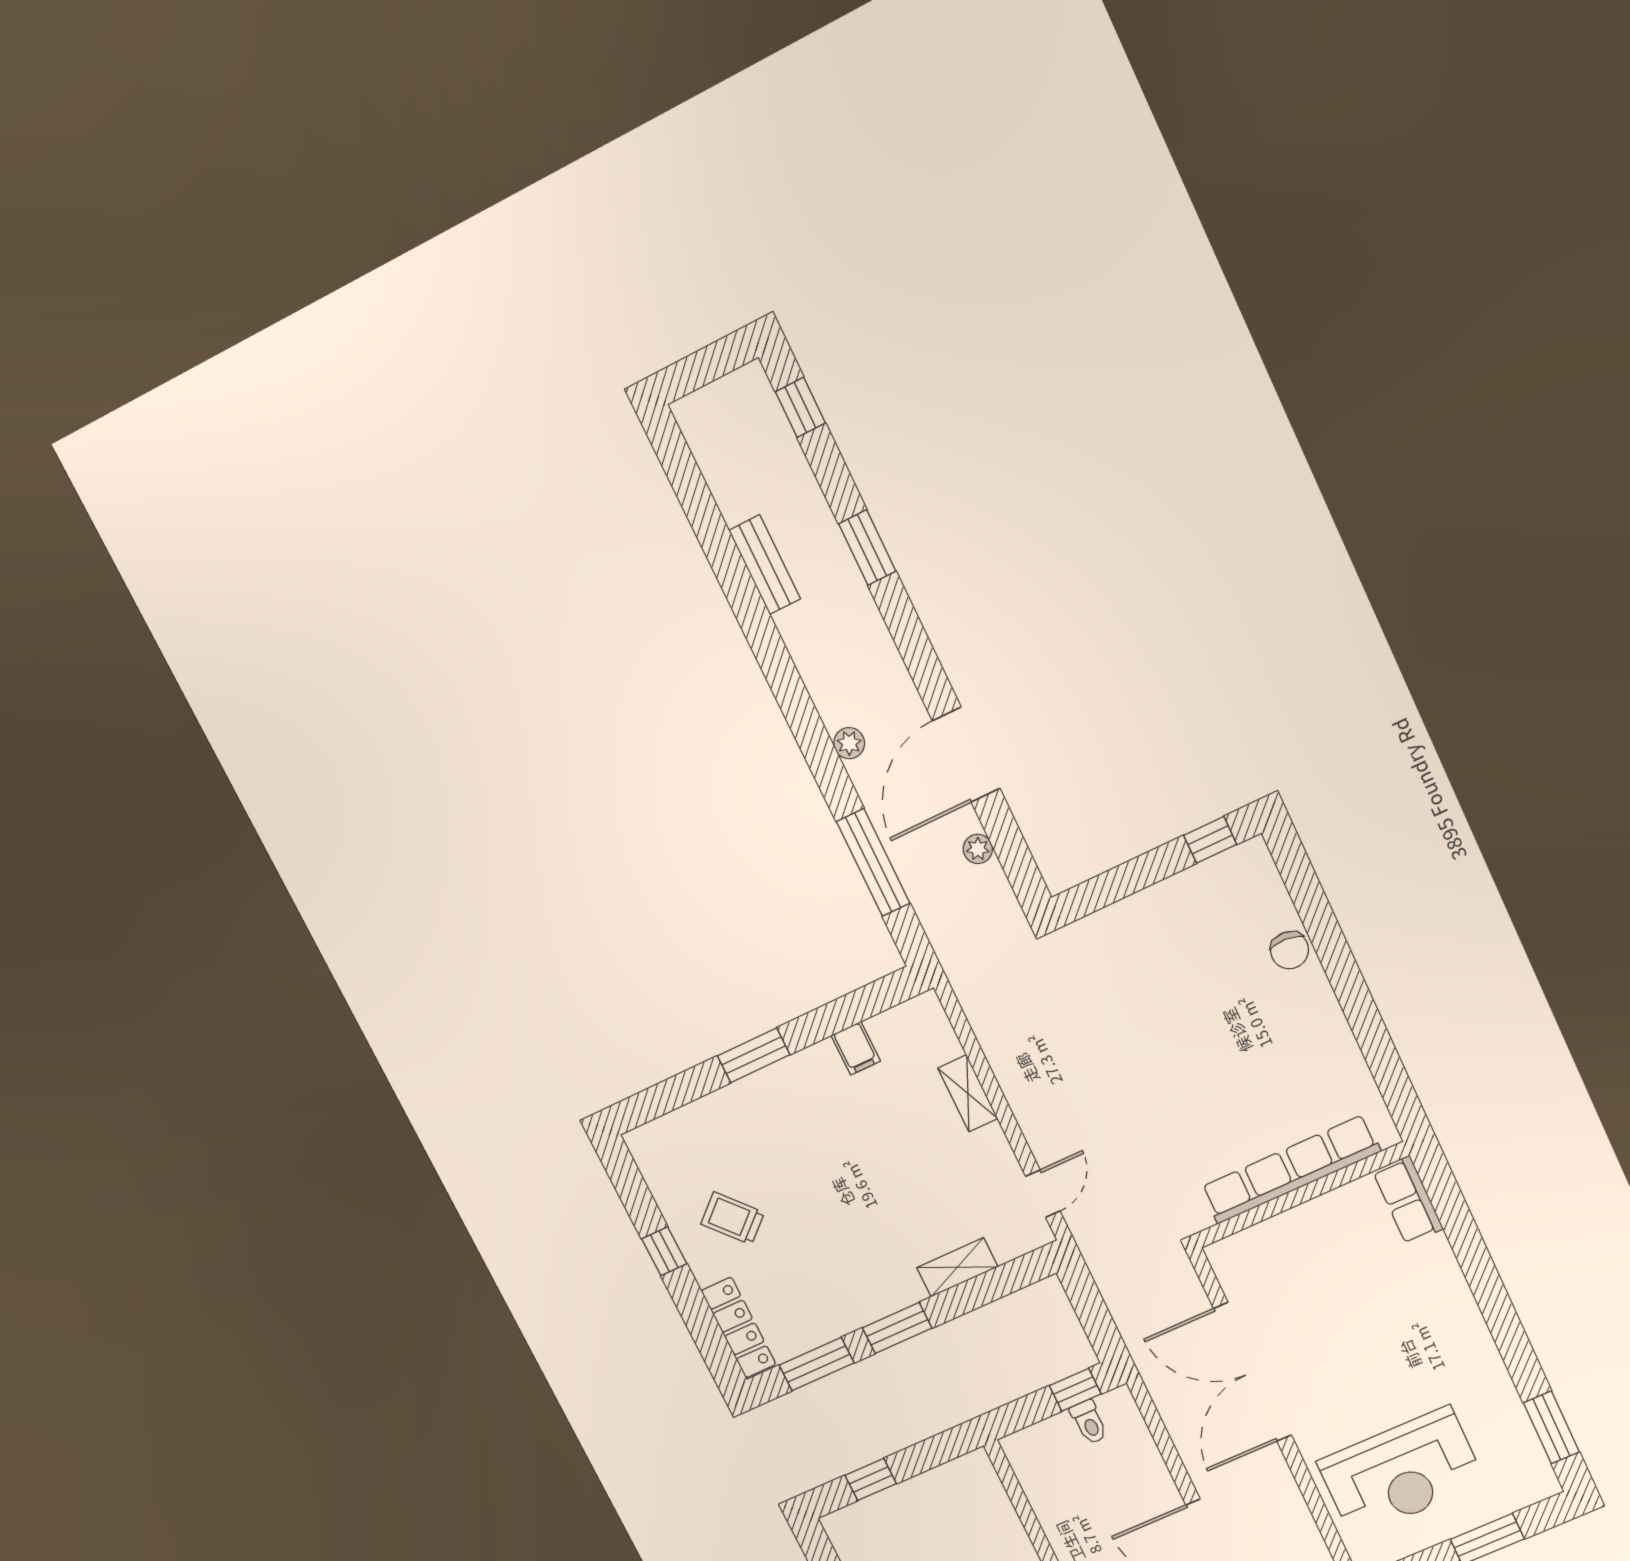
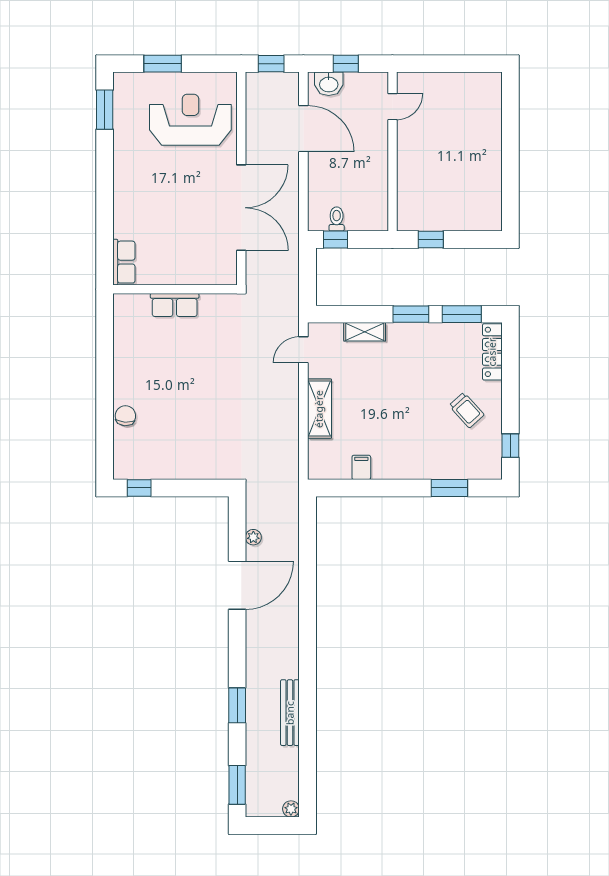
window: (800, 407) -> (237, 785), width x1.50
bench: (765, 565) -> (290, 713), width x1.36
plant: (849, 743) -> (291, 809), moved
window: (873, 862) -> (308, 555), removed
window: (754, 1055) -> (449, 488), moved
shelving: (968, 1093) -> (319, 409), width x1.50, depth x1.33
row of seats: (1290, 1169) -> (175, 305), width x0.50
window: (664, 1251) -> (510, 446), moved
window: (871, 1479) -> (431, 240), moved

